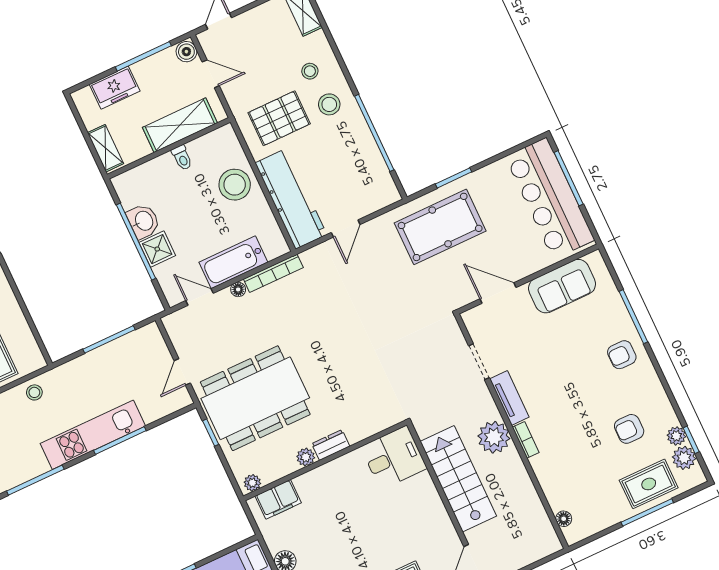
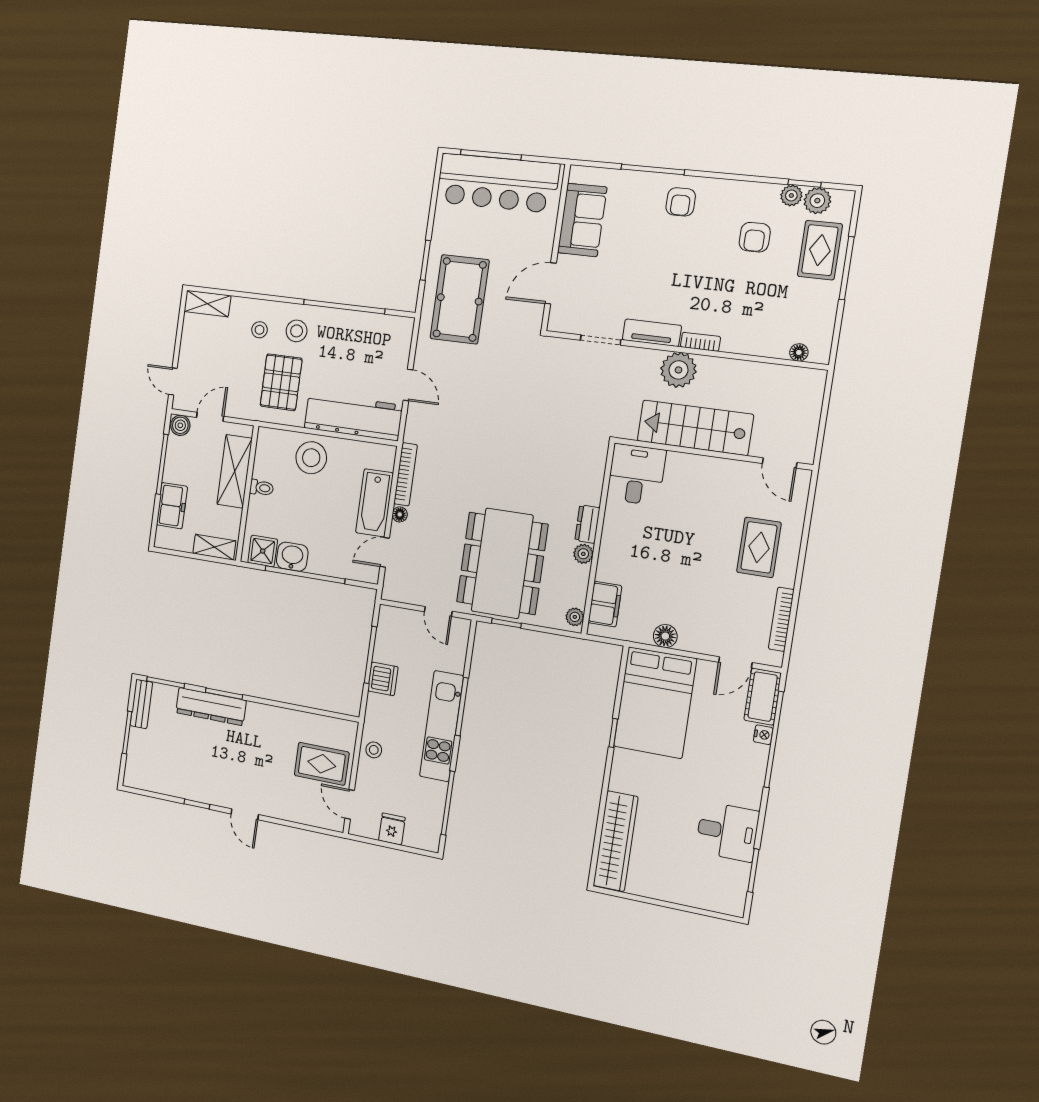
shower: (157, 249) -> (263, 551), moved
dishwasher: (97, 362) -> (383, 679), added

